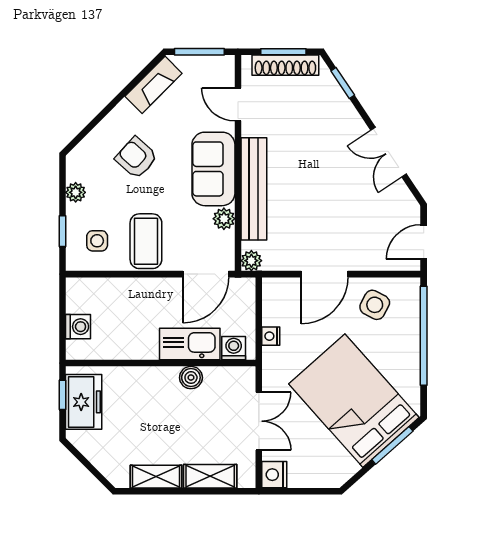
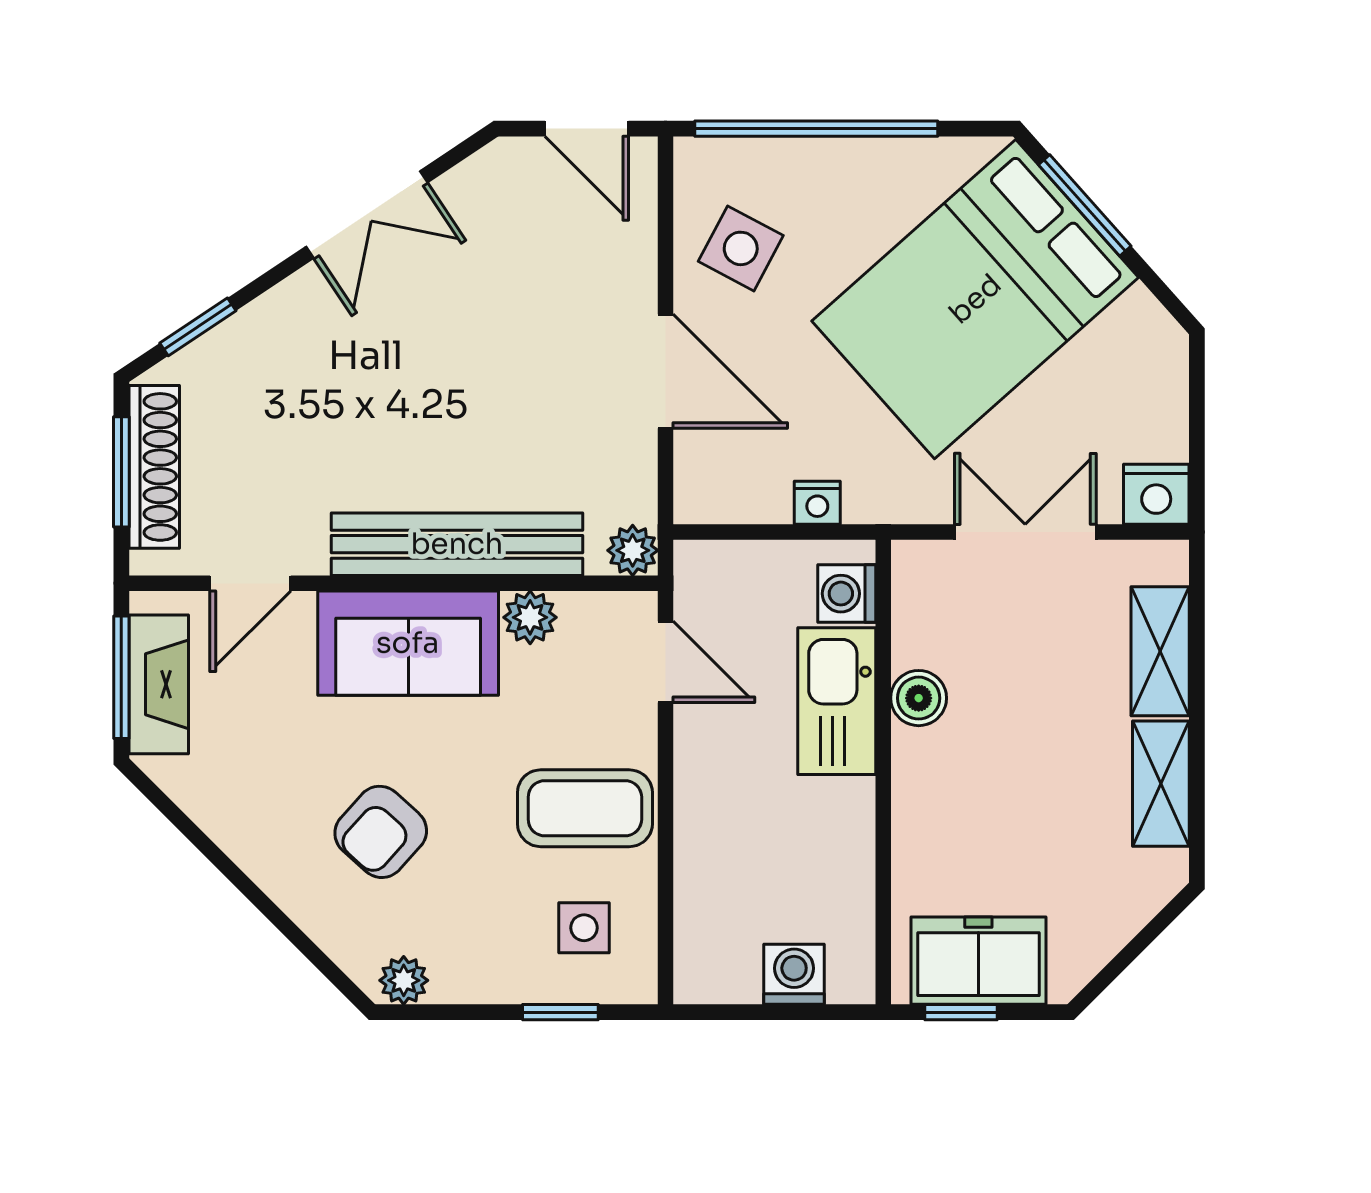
fireplace: (154, 85) -> (159, 684), moved, turned 45
plant: (76, 192) -> (404, 980), moved
door: (206, 274) -> (666, 662), width x0.73

